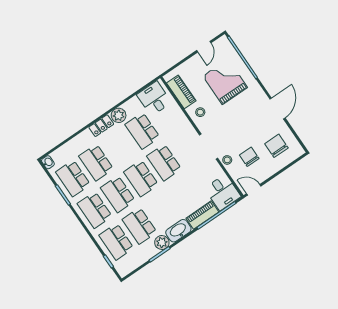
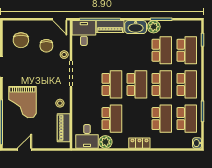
grand piano: (225, 82) -> (22, 102), moved
plant: (119, 115) -> (105, 142), moved

